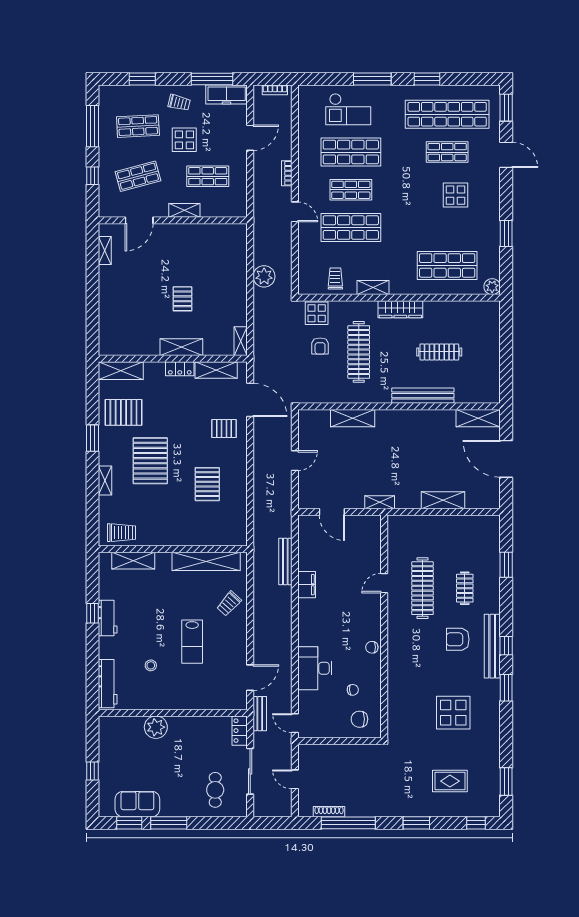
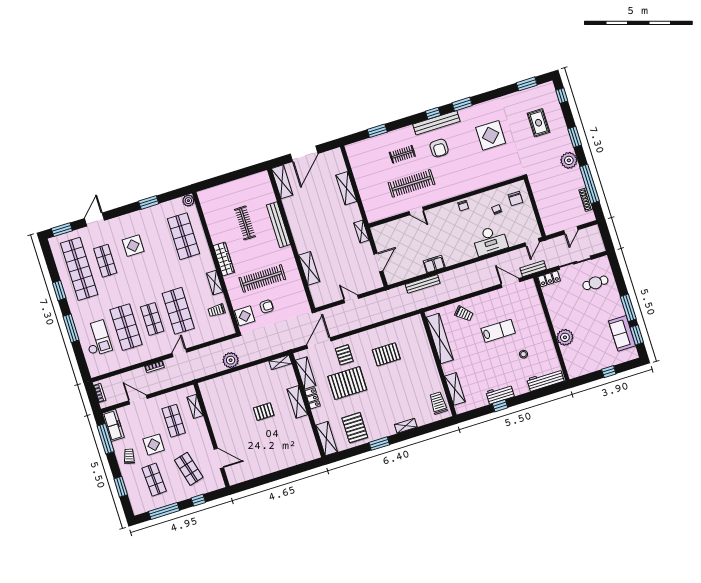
shelving: (184, 210) -> (195, 406), moved
shelving: (105, 250) -> (247, 476), removed
pallet: (150, 461) -> (347, 383), moved
plant: (388, 806) -> (569, 160), added

